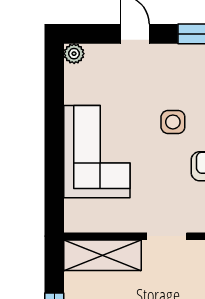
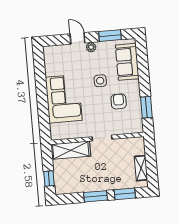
plant: (74, 54) -> (91, 47), moved

